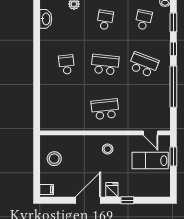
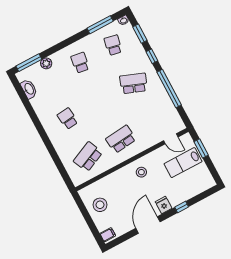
school desk: (105, 65) -> (88, 157), moved, turned -30

